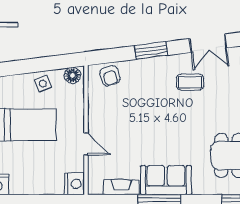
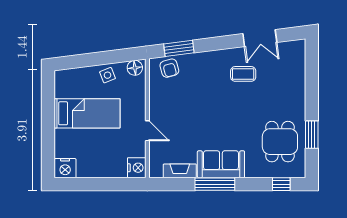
window: (151, 50) -> (179, 48), moved

